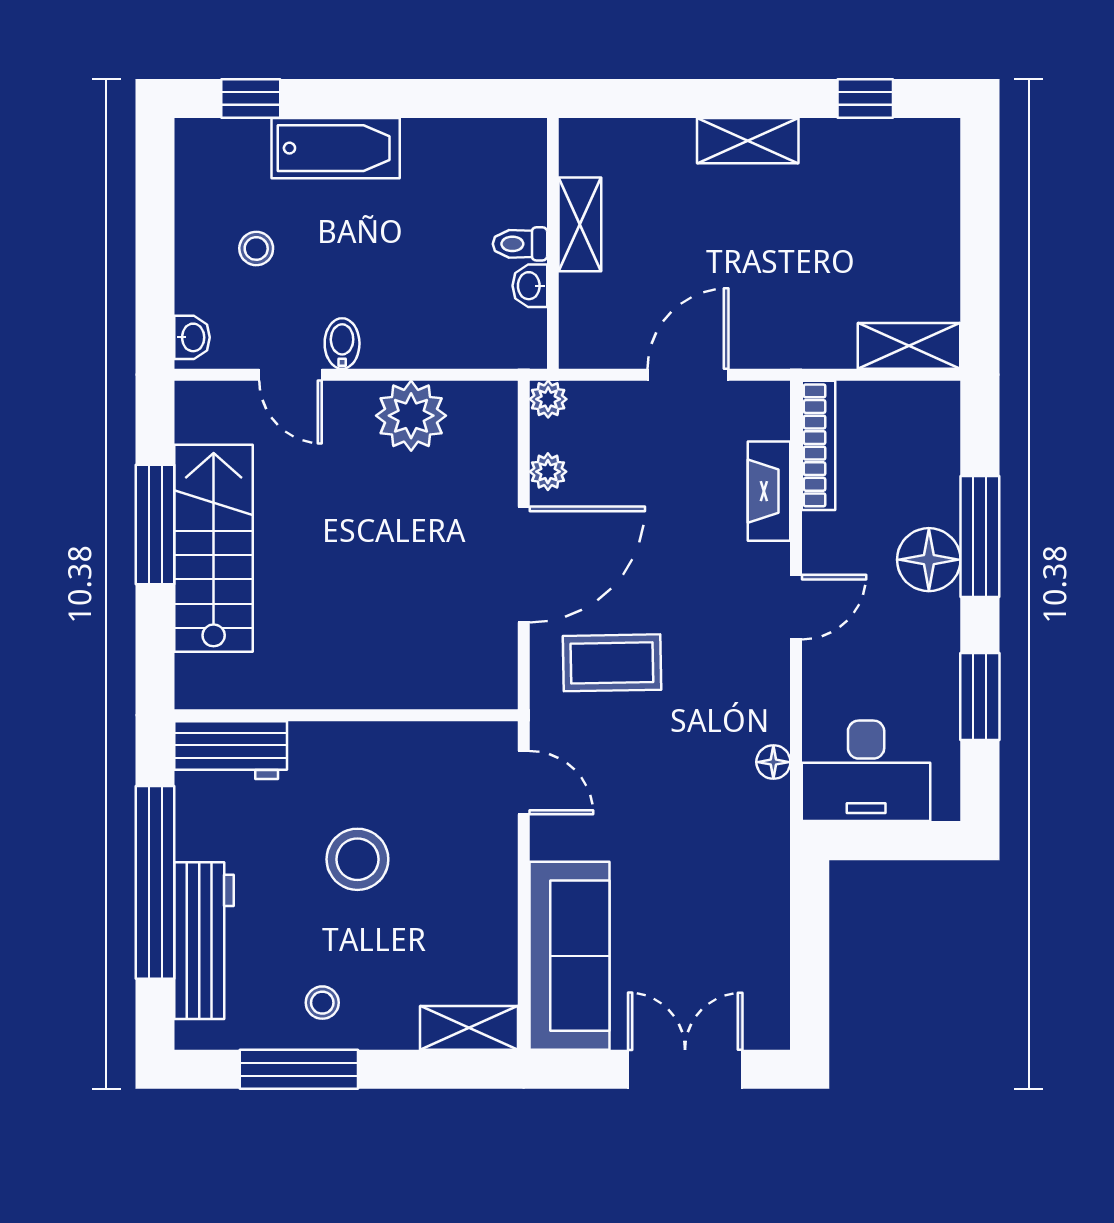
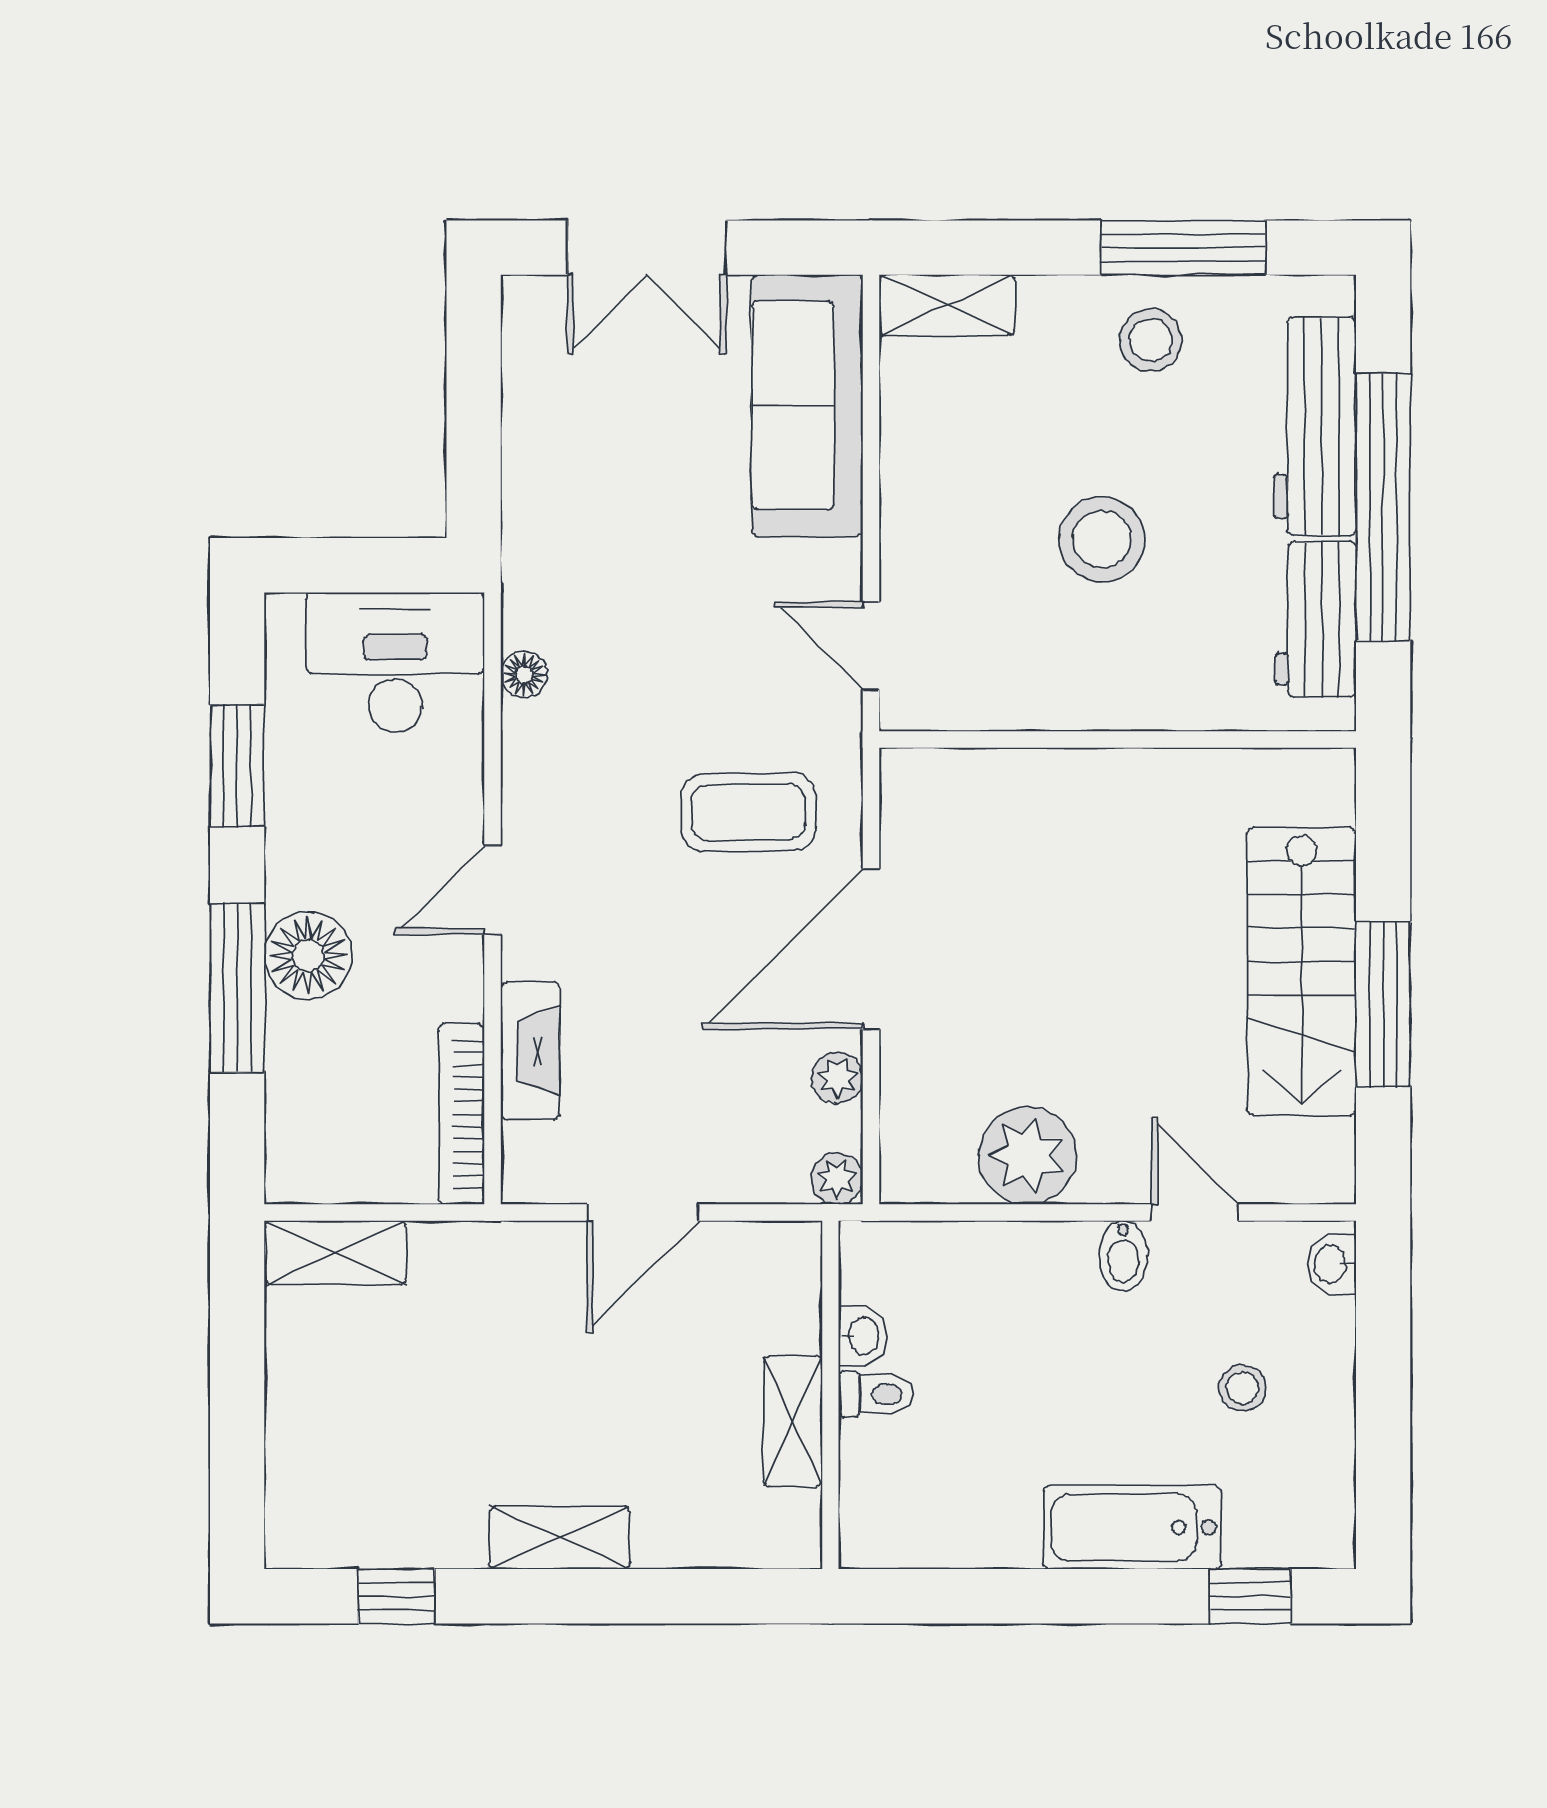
workbench: (231, 750) -> (1316, 619), moved, turned -90
stool: (322, 1003) -> (1151, 340), width x1.37, depth x1.37

